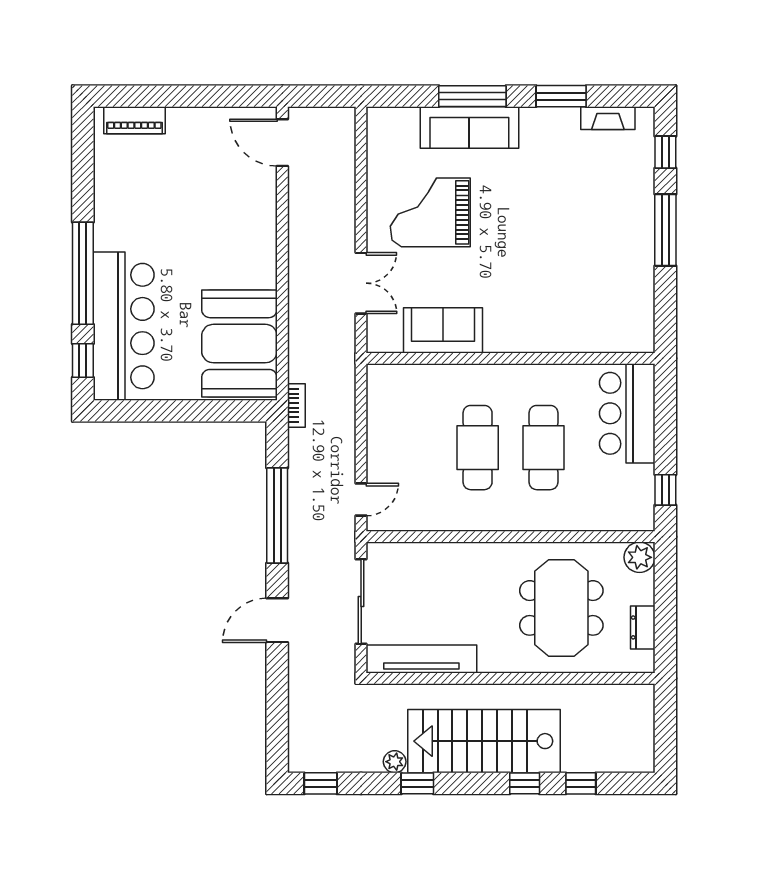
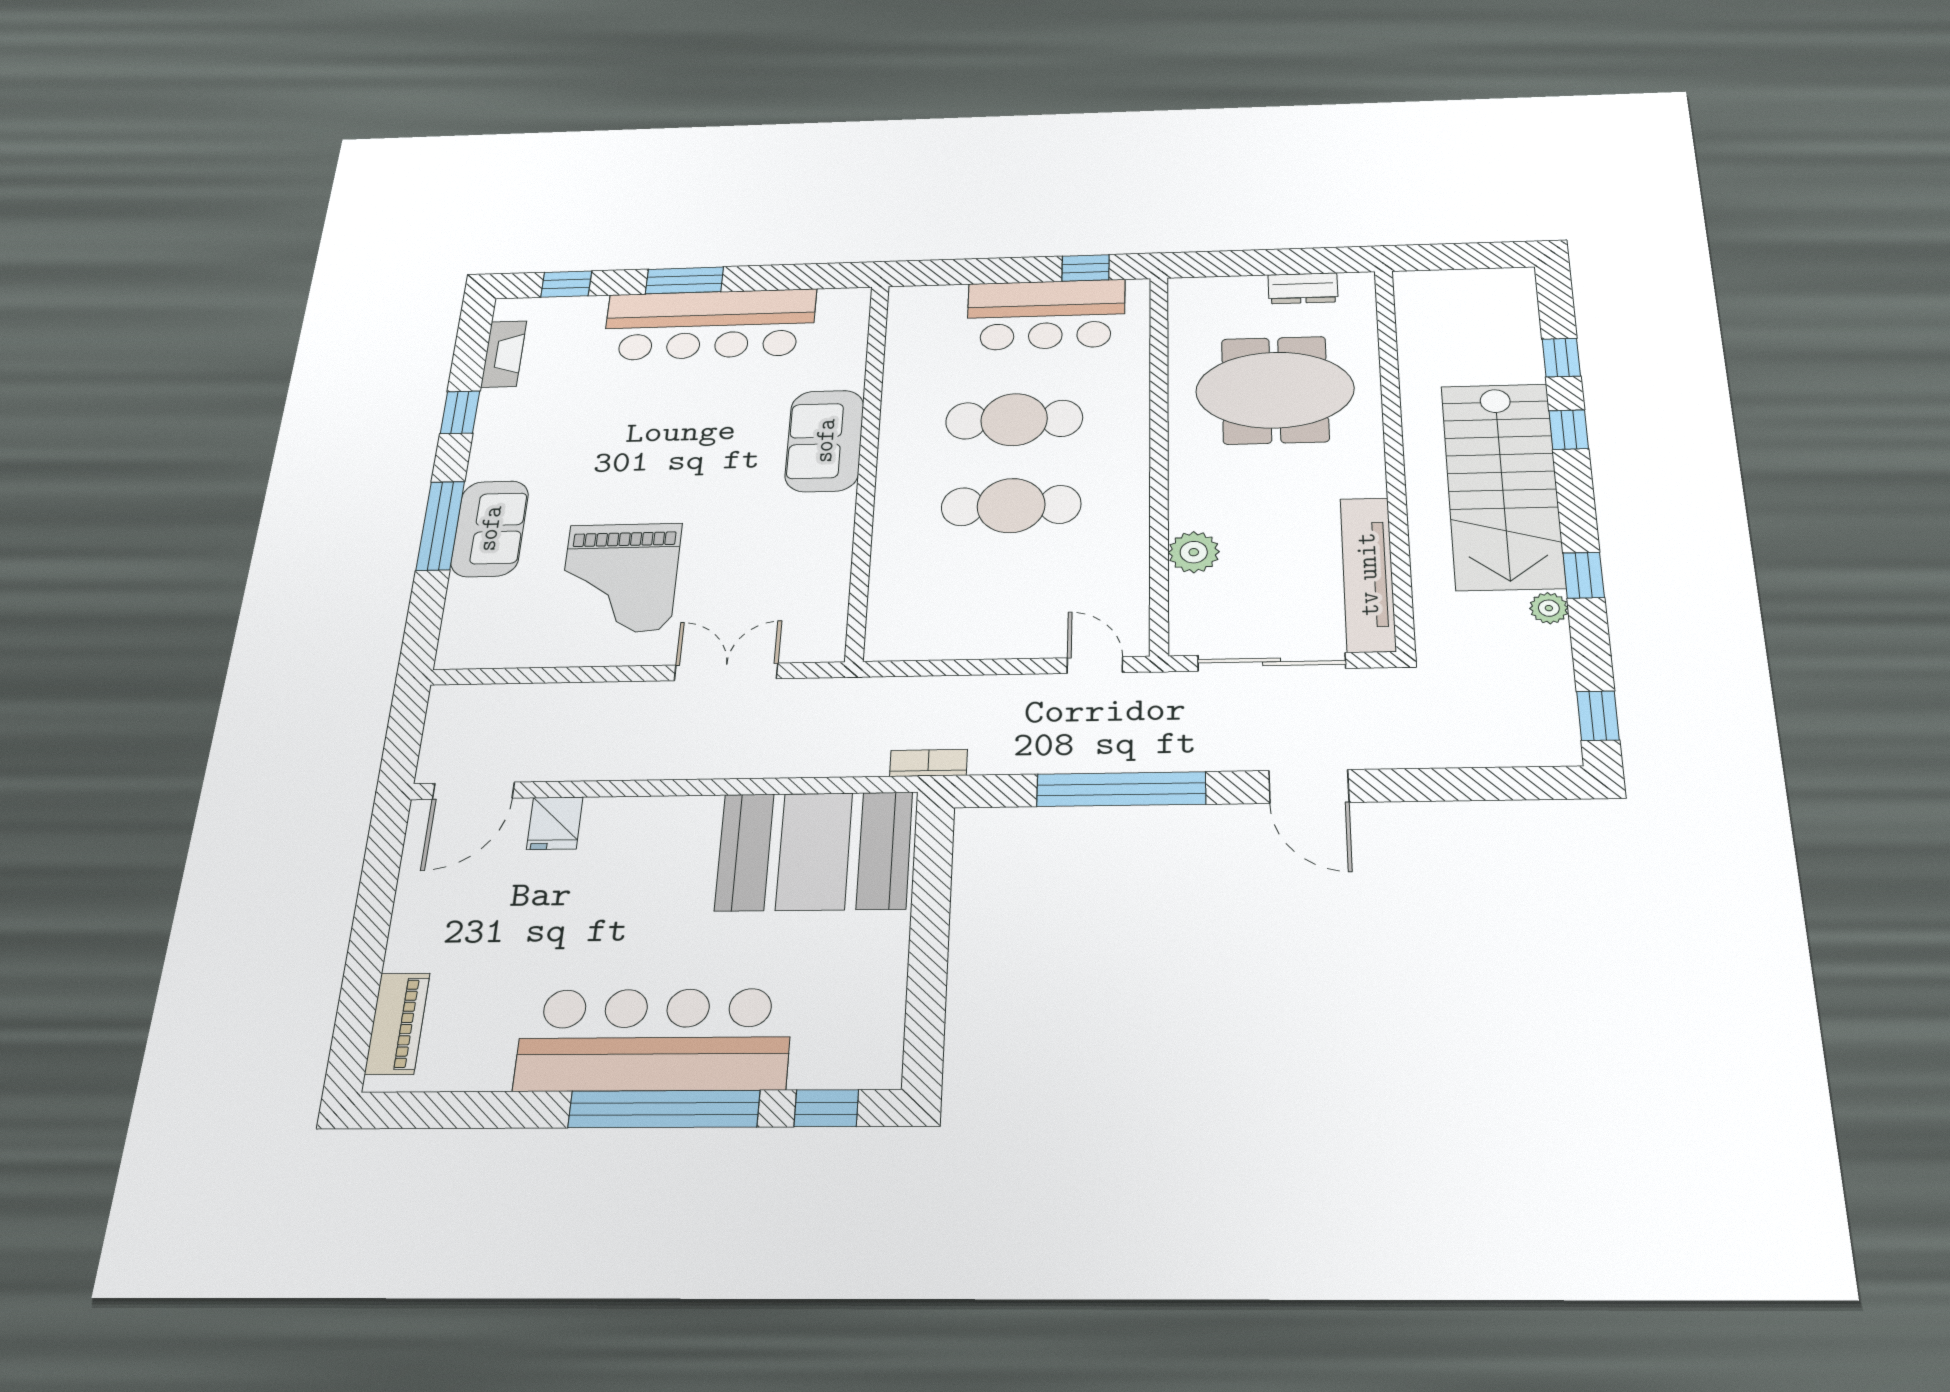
window: (561, 96) -> (460, 412), width x0.67
sofa: (469, 127) -> (490, 529), width x0.73
fridge: (260, 193) -> (555, 823), added
window: (665, 230) -> (684, 280), width x0.69
bar counter: (627, 250) -> (710, 325), added
bar counter: (124, 326) -> (654, 1040), moved
sofa: (443, 330) -> (825, 441), moved
bar counter: (627, 413) -> (1046, 315), moved
plant: (639, 557) -> (1194, 552), moved

